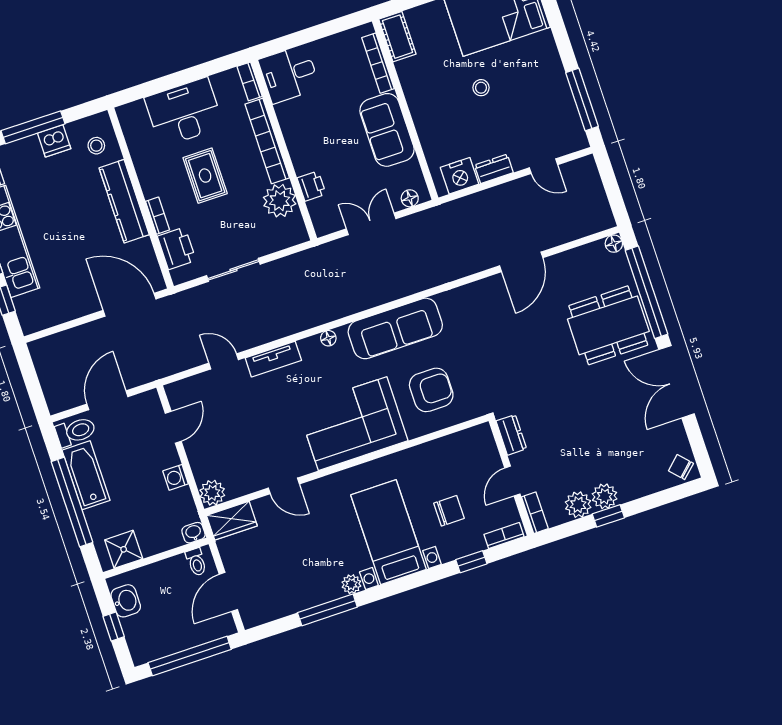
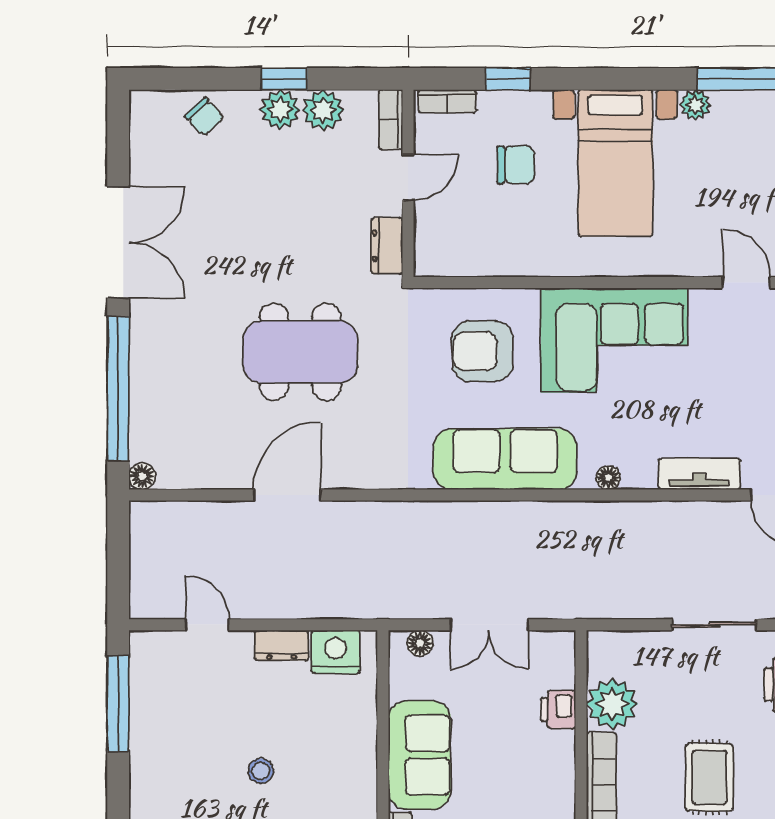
dining table: (608, 325) -> (300, 352), moved
chair: (681, 467) -> (204, 117), moved
chair: (449, 511) -> (516, 165), turned 180

